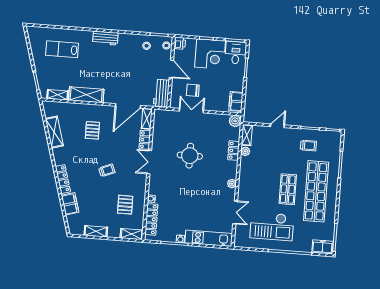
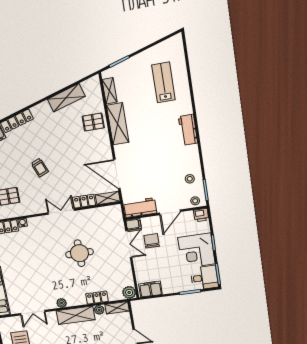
filing cabinet: (175, 102) -> (134, 224), added
pallet: (92, 130) -> (93, 122), moved
shelving: (246, 174) -> (76, 315), added

